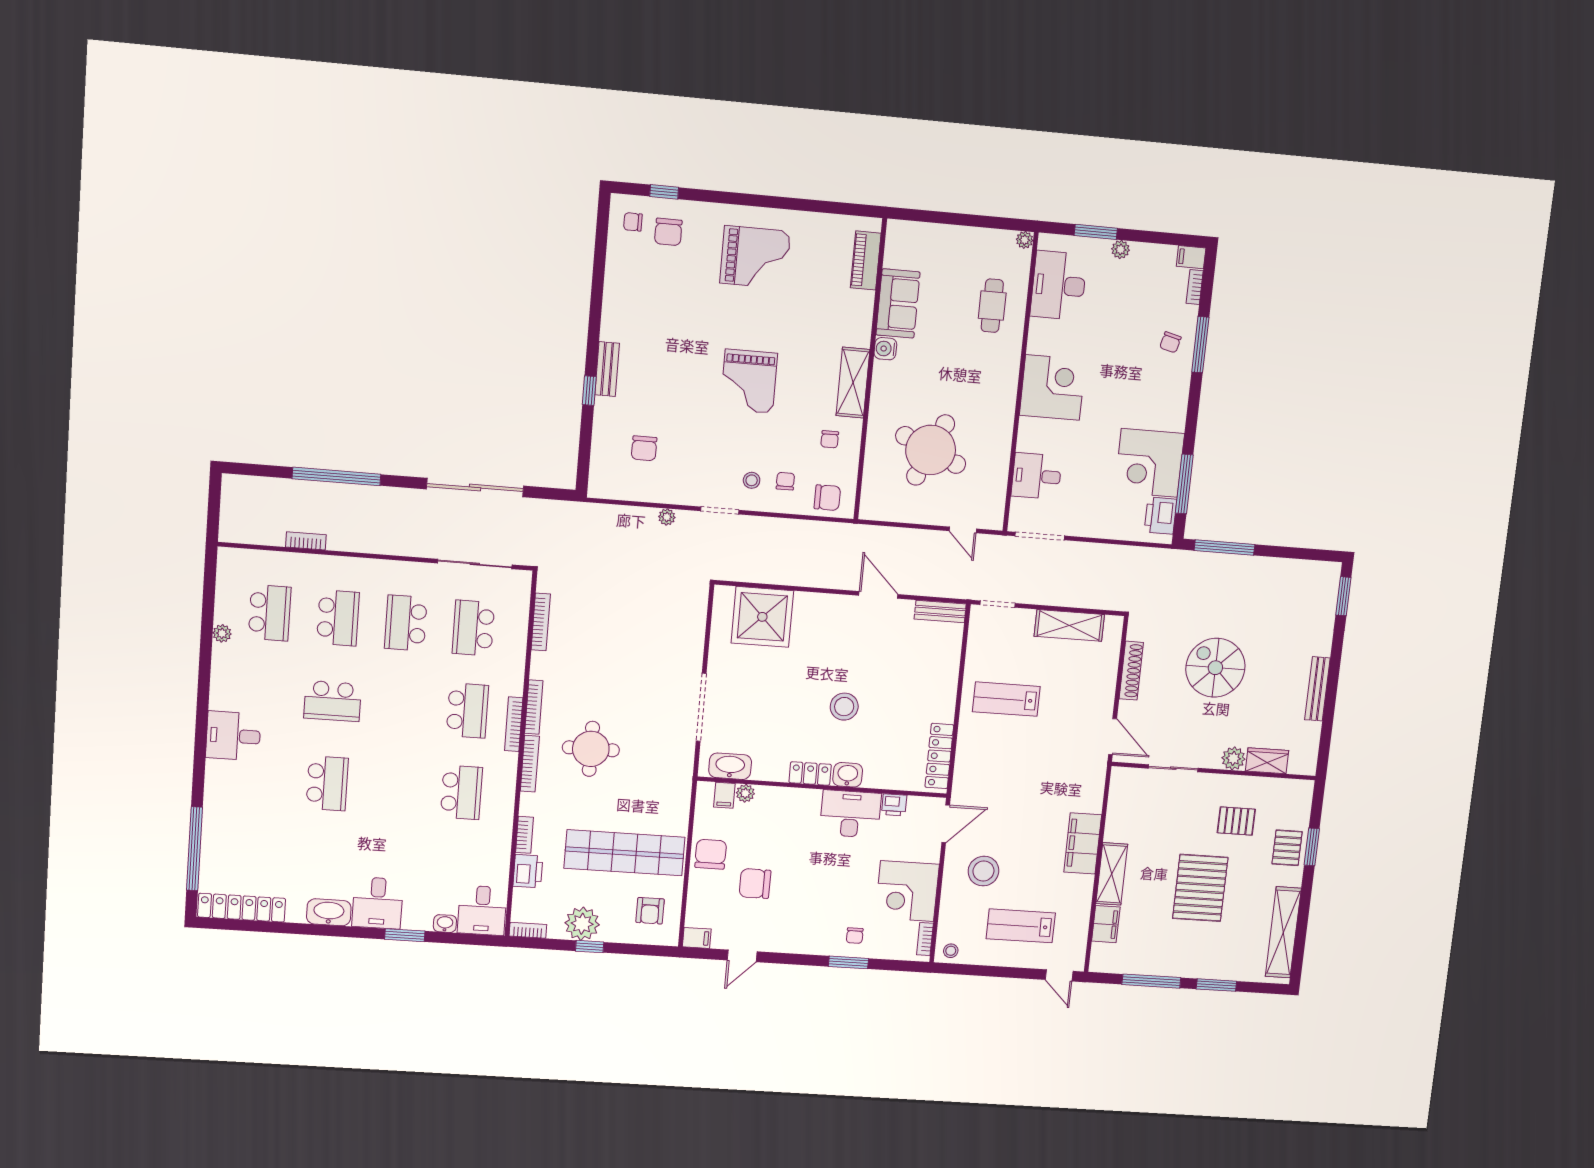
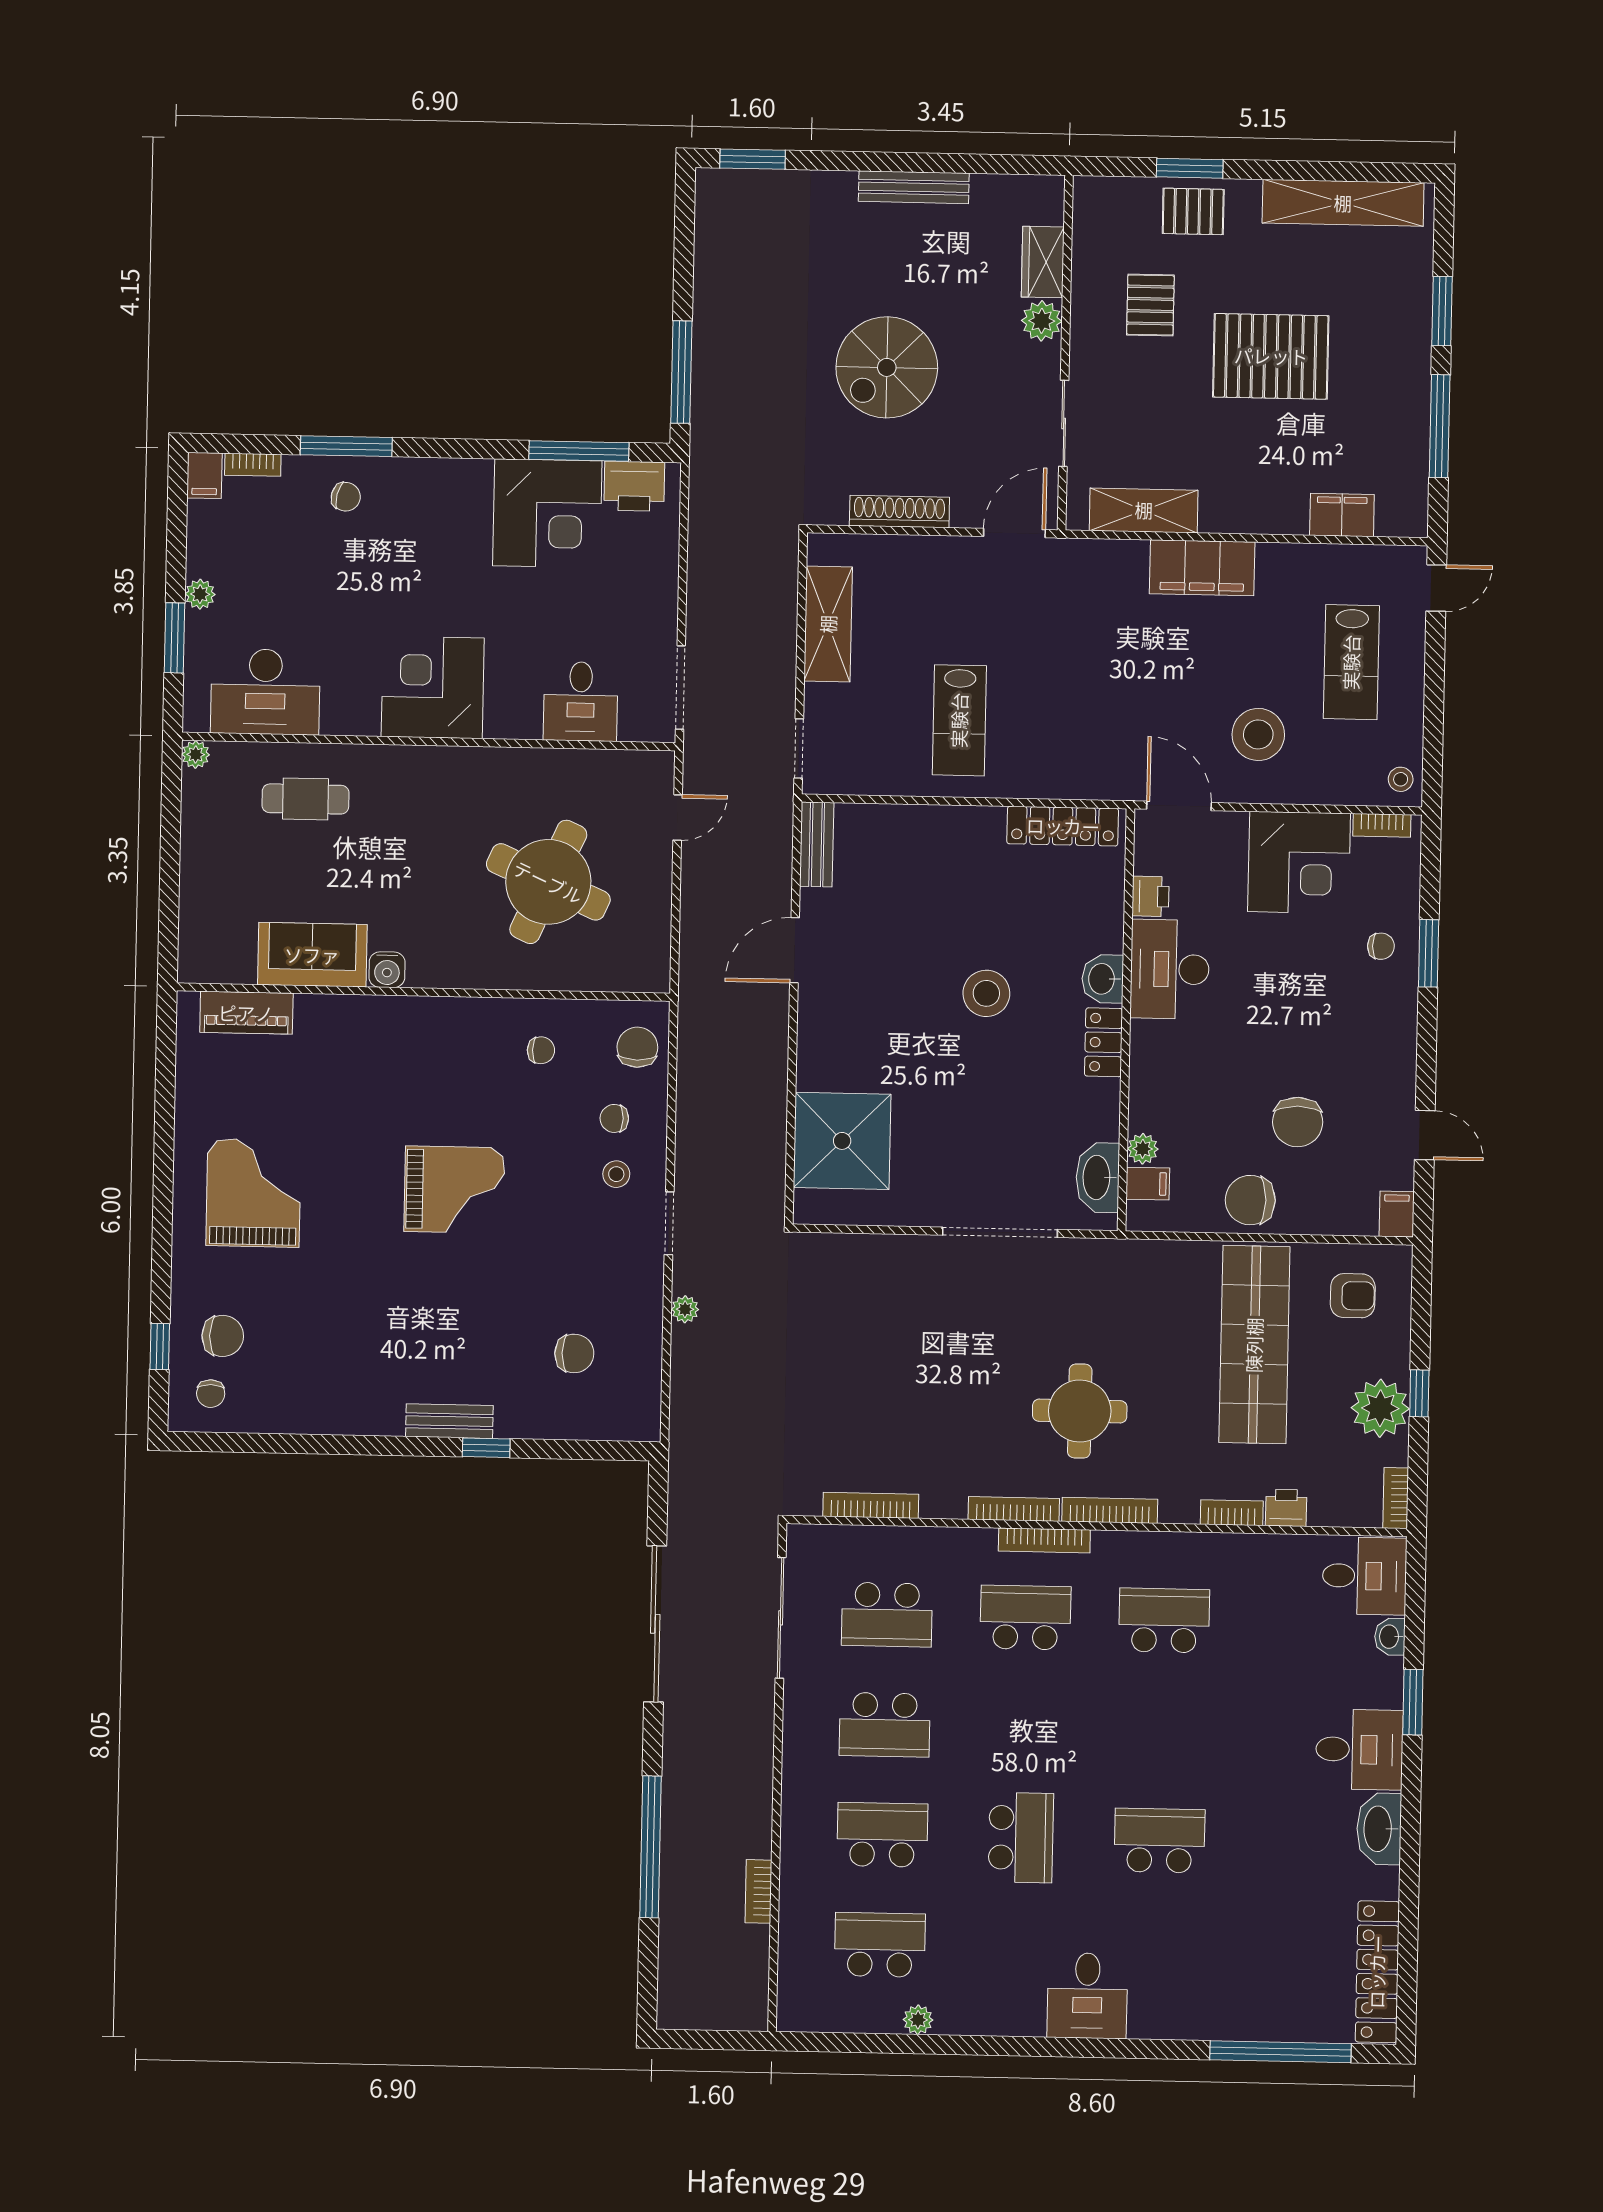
shelving: (853, 383) -> (446, 1019), removed
printer: (528, 871) -> (1286, 1508), width x0.73, depth x0.81
shelving: (1112, 874) -> (1144, 510), moved

